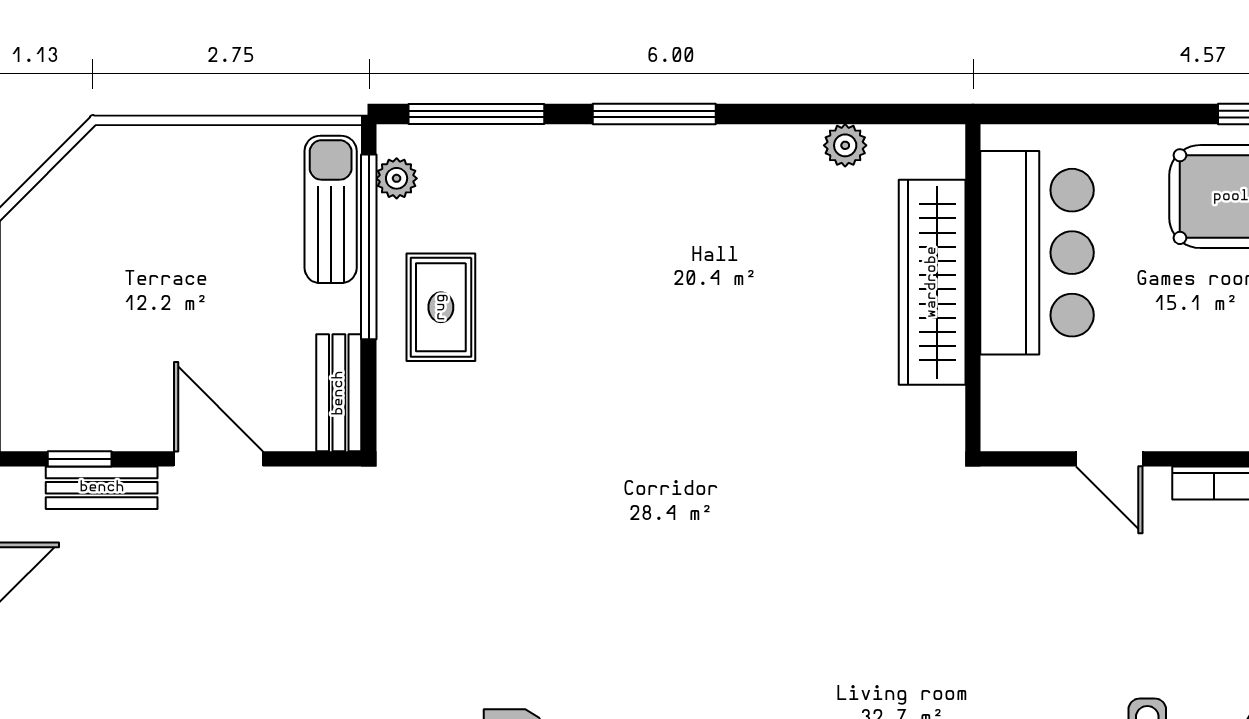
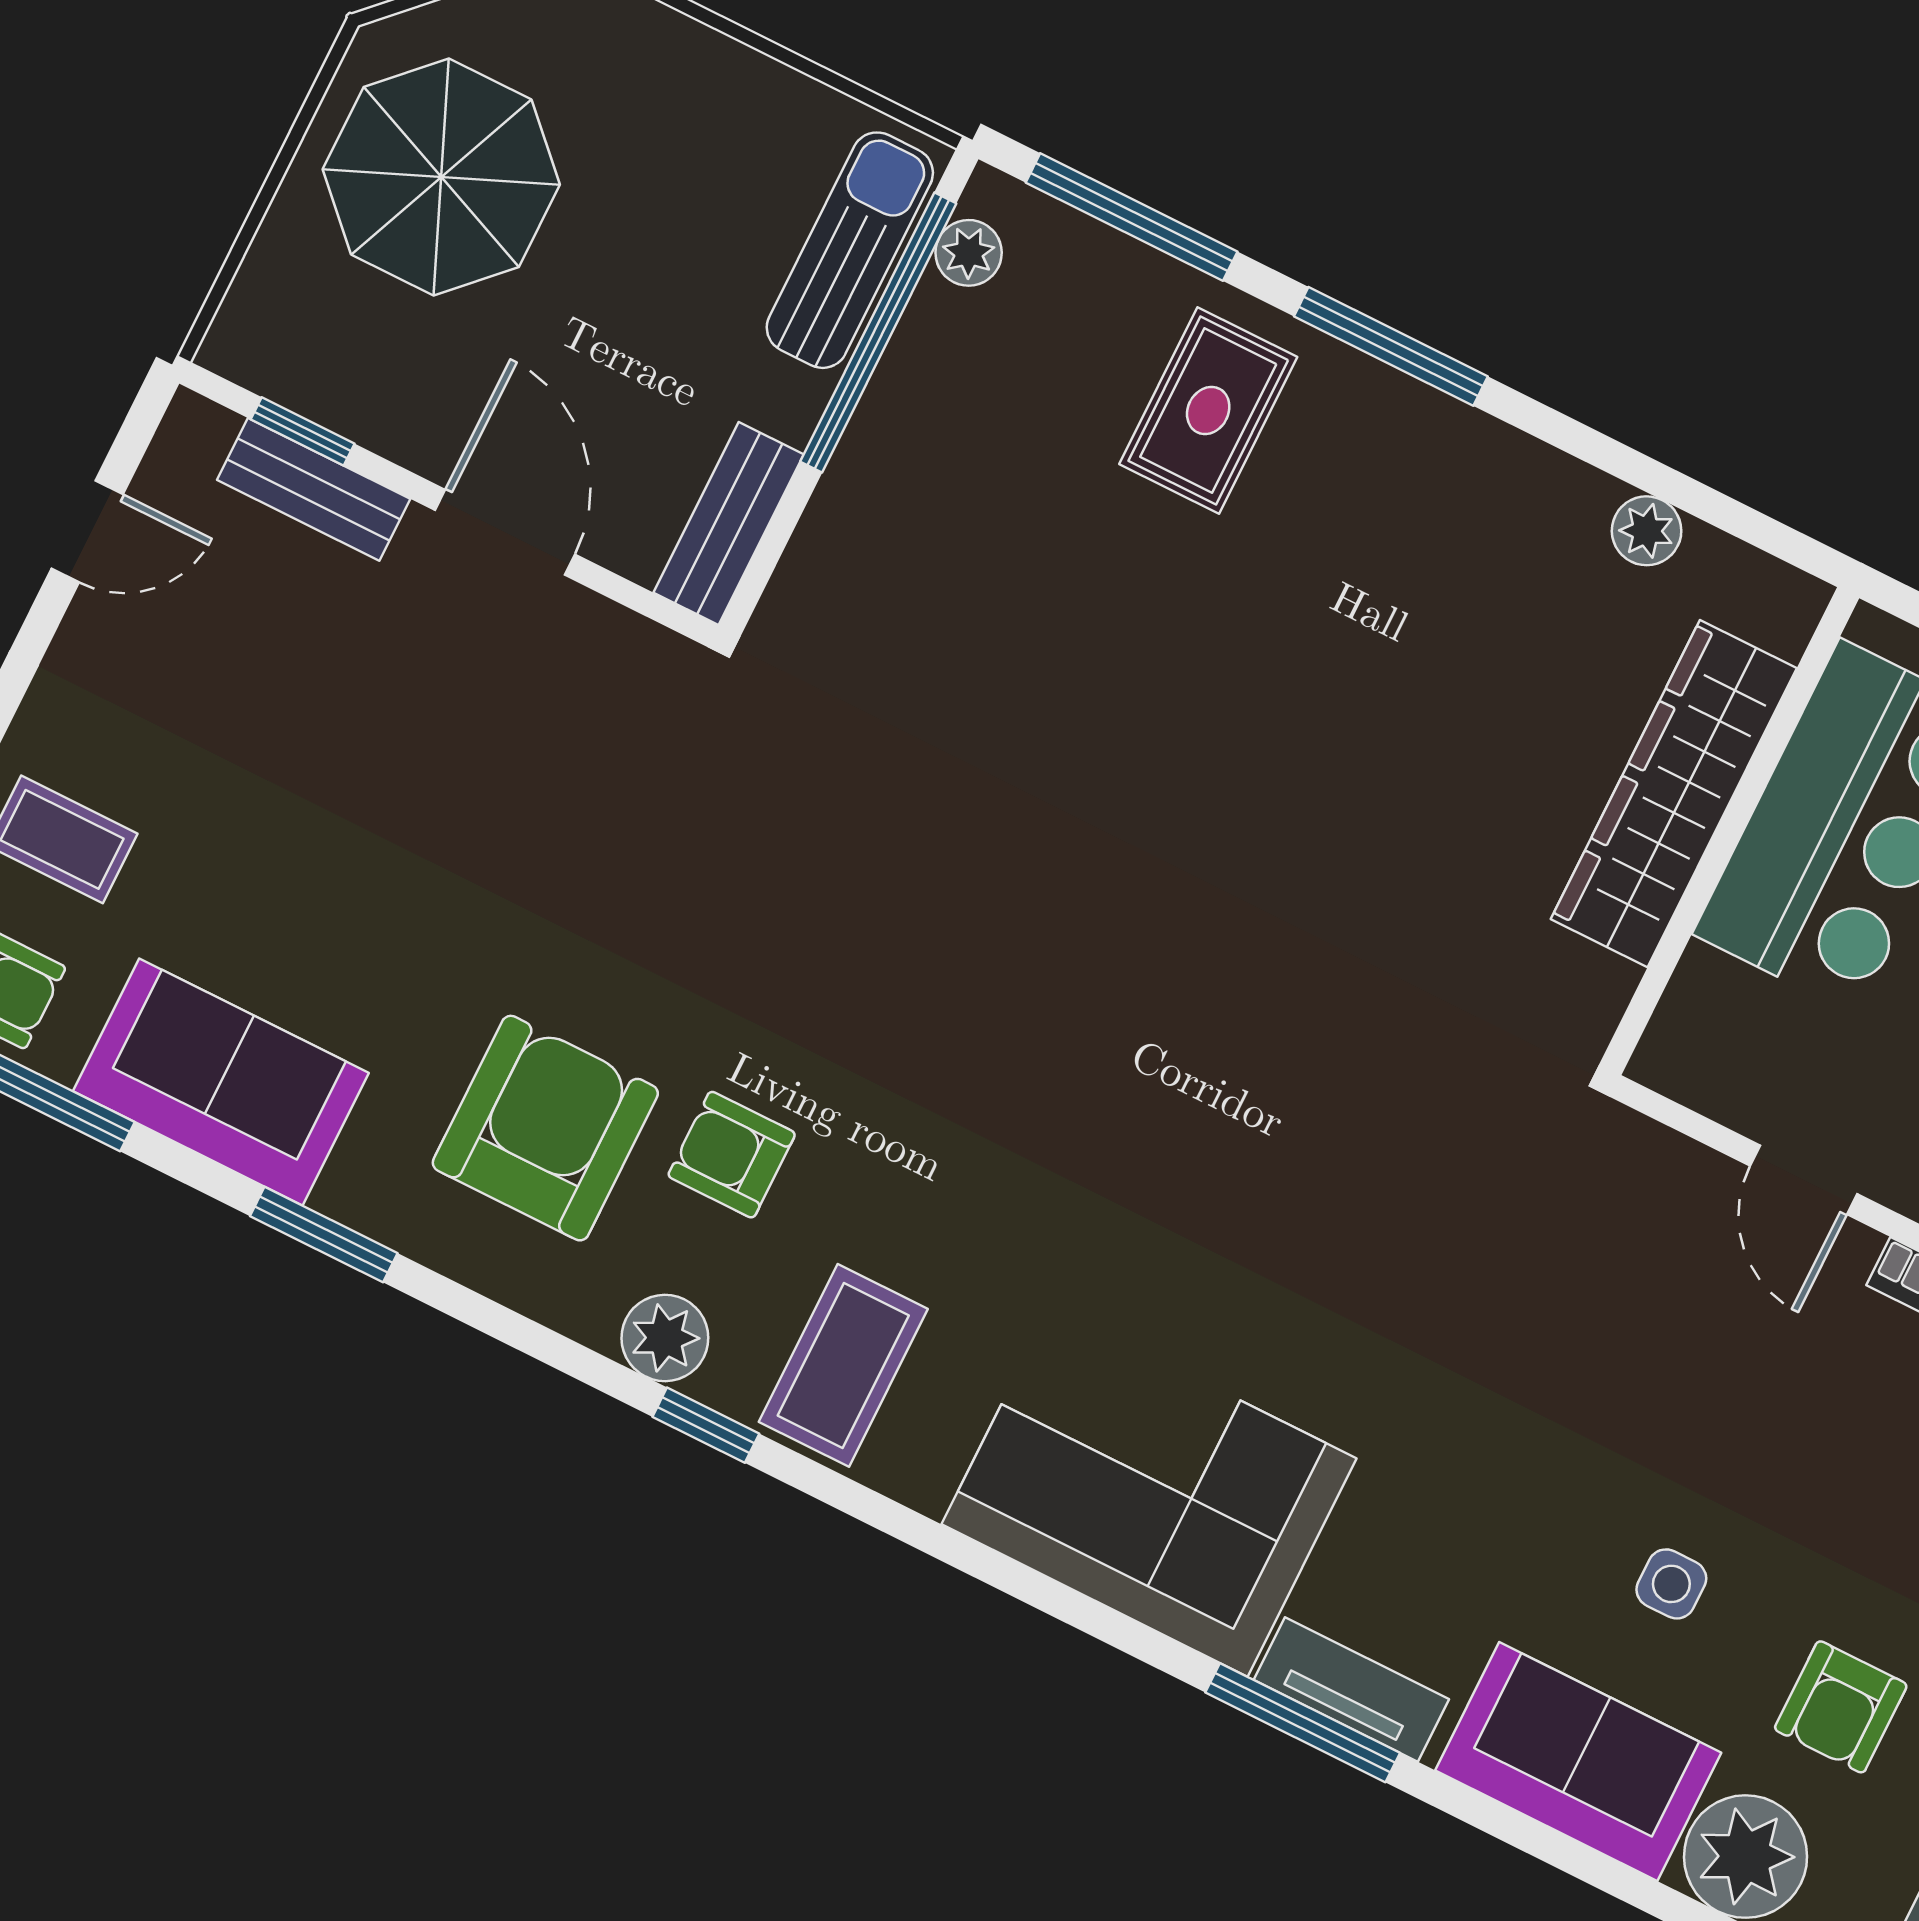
parasol: (86, 281) -> (441, 177), added
rug: (441, 307) -> (1208, 411), moved

